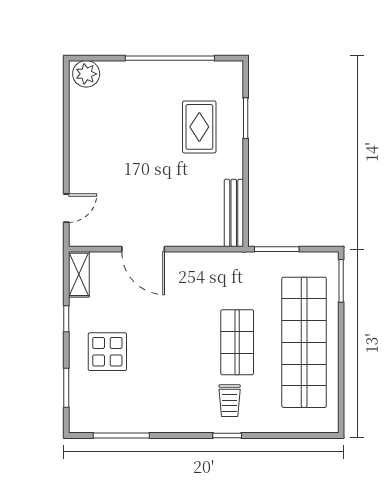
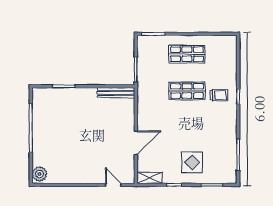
rug: (199, 127) -> (69, 112), removed
shop shelf: (304, 342) -> (187, 54), width x0.50, depth x0.74

